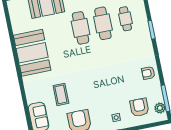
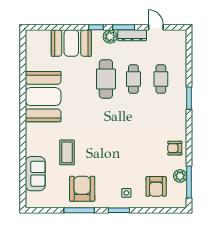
cafe table: (103, 23) -> (133, 79), width x0.73, depth x0.74
armchair: (139, 107) -> (156, 186), turned 180
plant: (160, 108) -> (180, 176), moved

